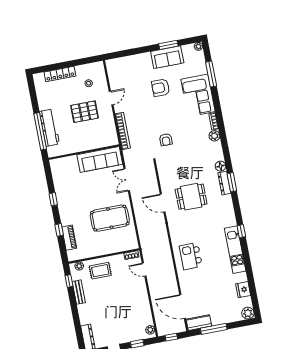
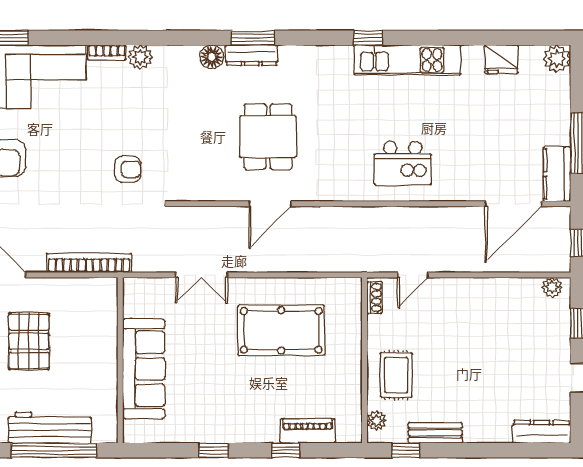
sofa: (100, 159) -> (144, 369), moved
pool table: (110, 218) -> (281, 330), turned 90

